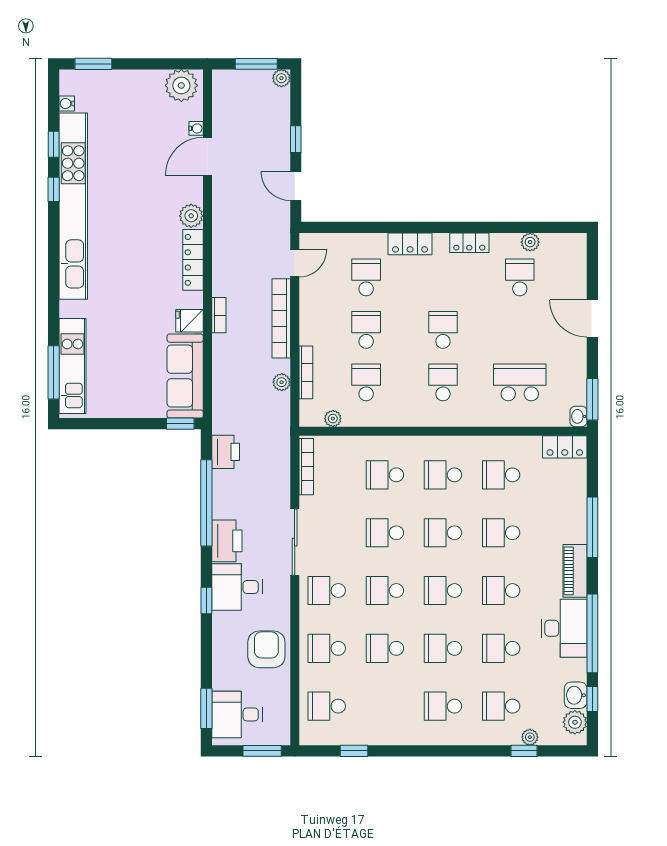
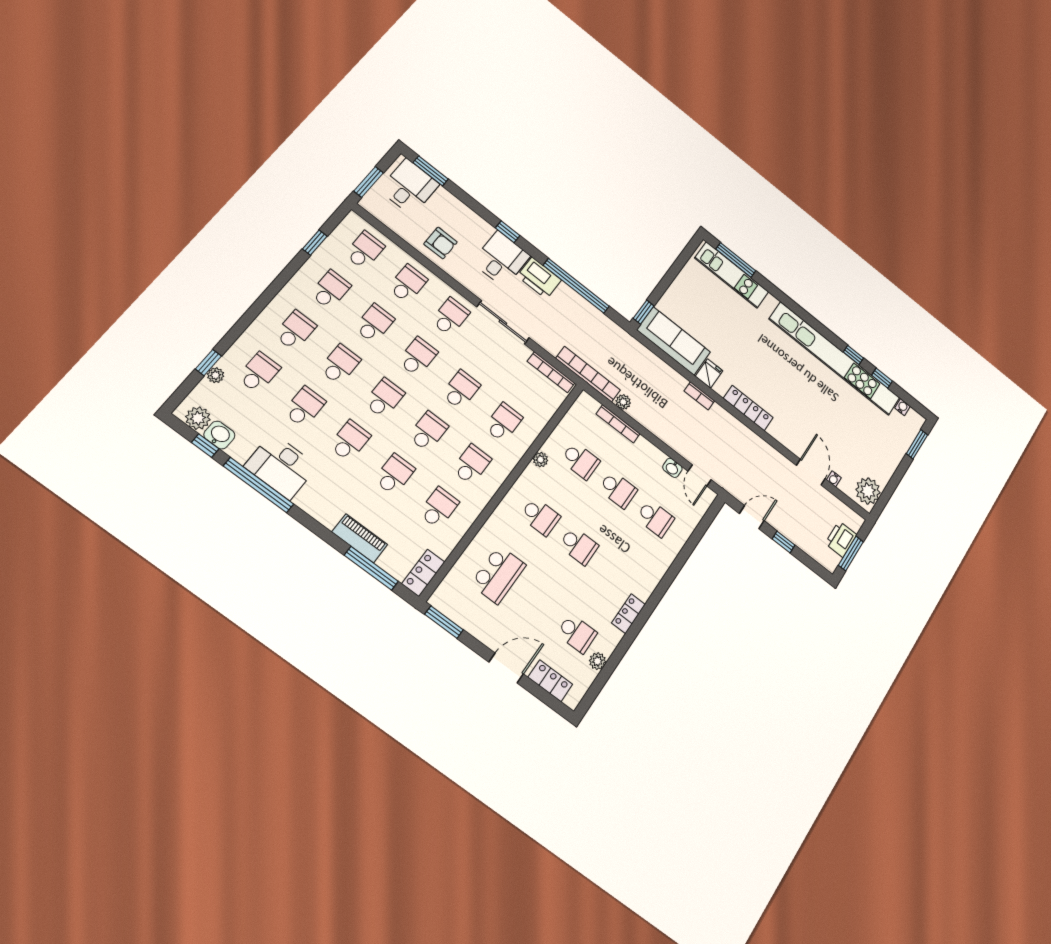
plant: (281, 78) -> (831, 564), removed
plant: (191, 216) -> (778, 430), removed
locker: (410, 244) -> (550, 681), moved, turned 90
bookcase: (281, 318) -> (588, 374), moved
washbasin: (579, 416) -> (672, 468), moved, turned 180
plant: (333, 419) -> (541, 460), moved
printer: (226, 452) -> (841, 539), moved, turned 90
window: (592, 527) -> (371, 568), moved
piano: (575, 571) -> (360, 538), moved
armchair: (266, 649) -> (441, 243), width x0.72, depth x0.72
school desk: (385, 706) -> (330, 290), added

